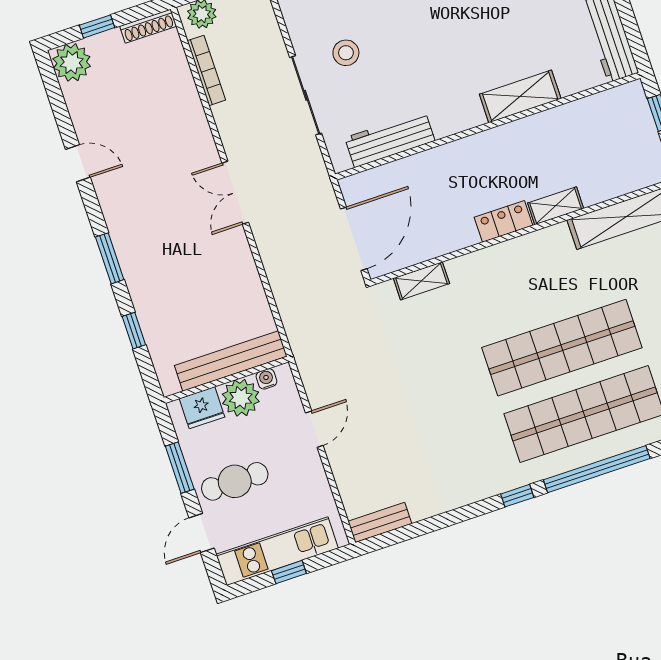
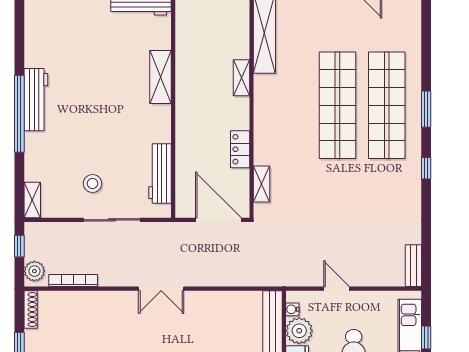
locker: (504, 221) -> (240, 149), moved
window: (597, 469) -> (426, 109), width x0.47

